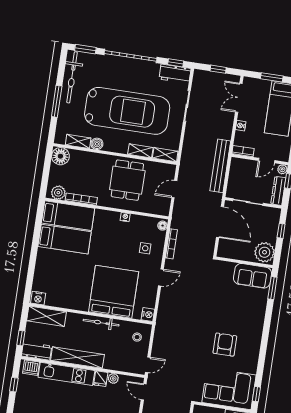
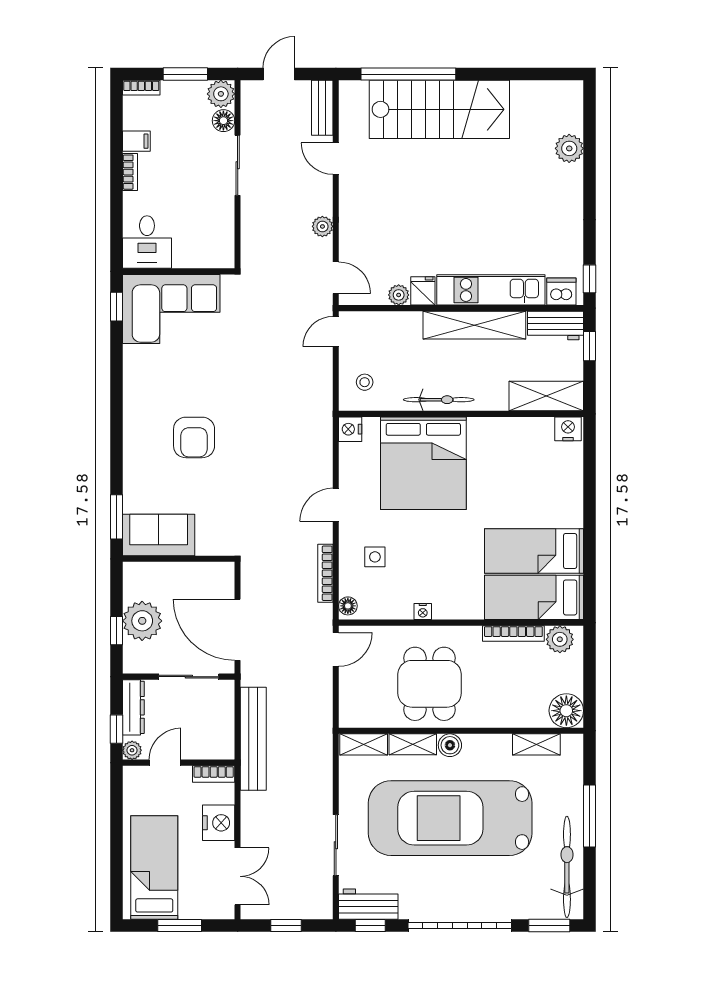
nightstand: (241, 126) -> (219, 823), width x1.89, depth x1.79
boiler: (97, 144) -> (450, 745), moved
door: (174, 189) -> (336, 649), moved
plant: (265, 252) -> (142, 621), moved
armchair: (225, 345) -> (194, 437), moved
window: (14, 385) -> (590, 279), moved

